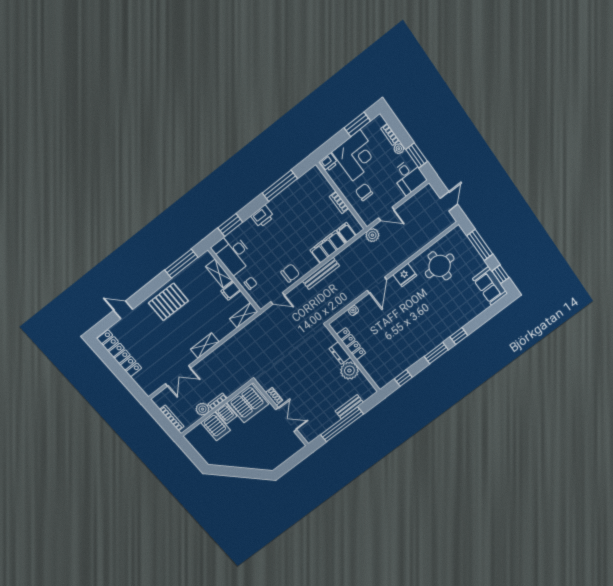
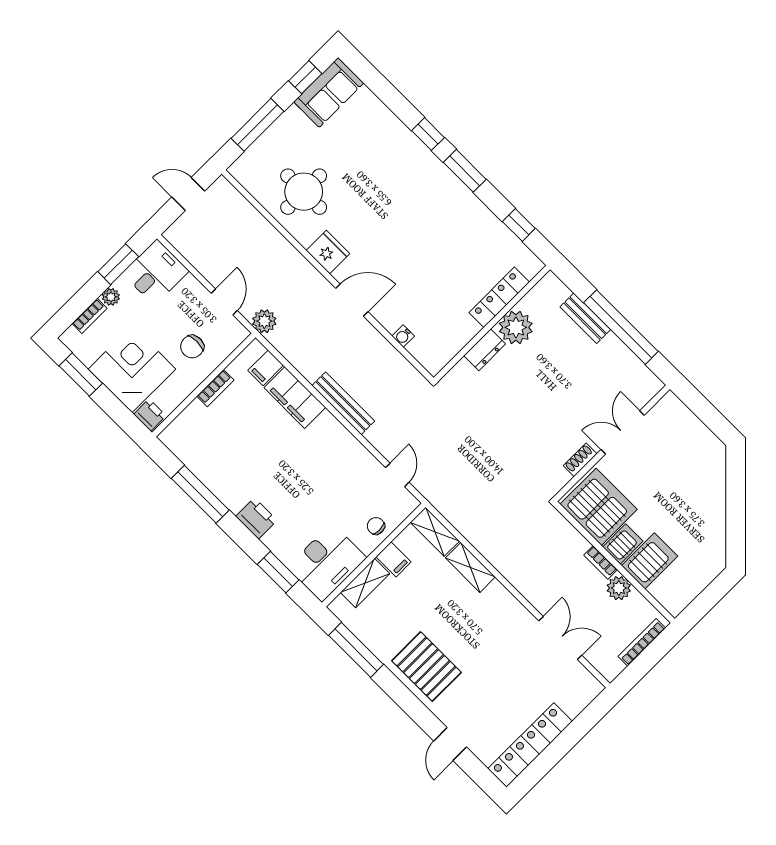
chair: (290, 273) -> (349, 458), removed
locker: (351, 344) -> (499, 297), moved
shelving: (205, 345) -> (470, 567), moved

